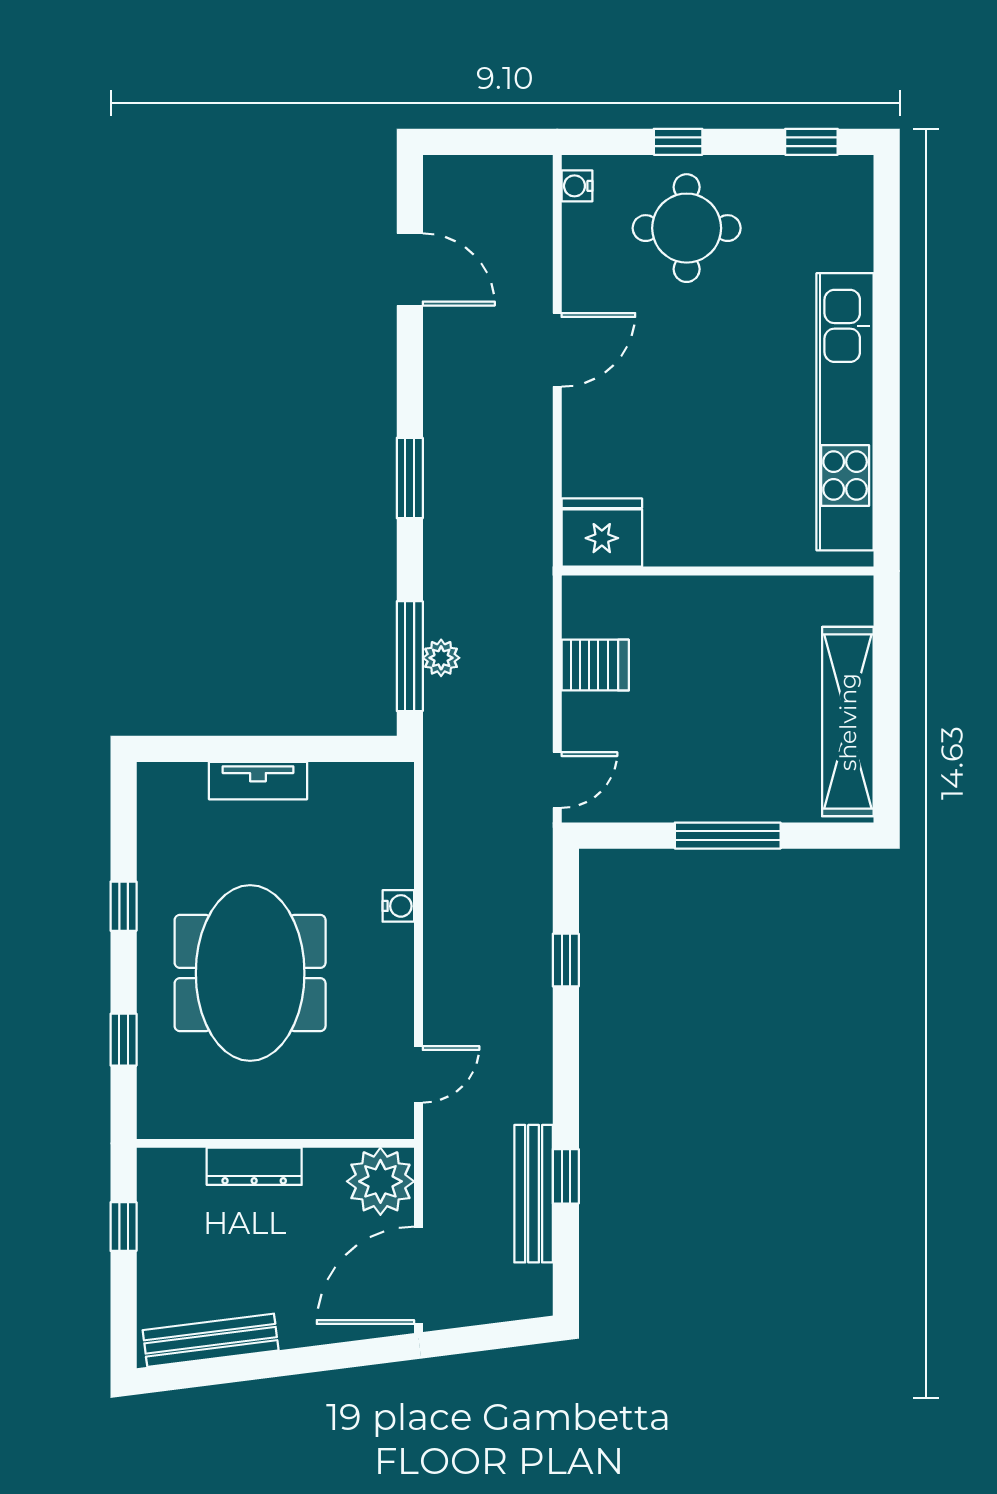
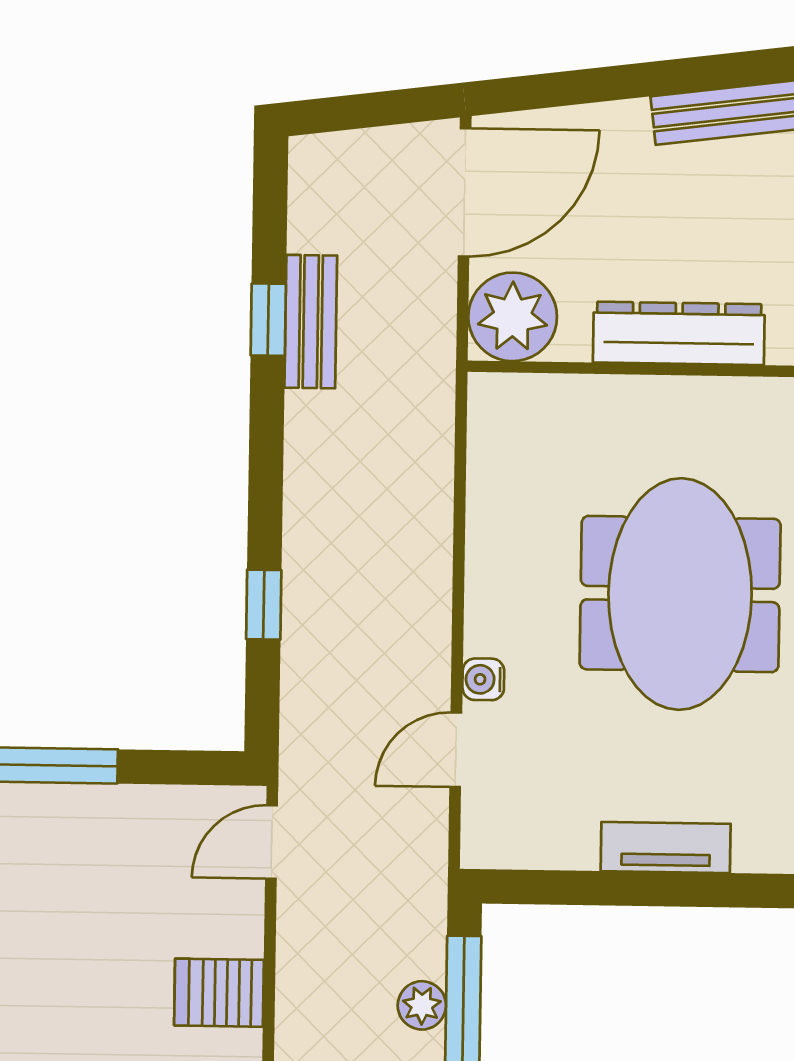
door: (418, 1074) -> (456, 750), moved
dresser: (254, 1166) -> (679, 333), width x1.37, depth x1.24
bench: (534, 1194) -> (311, 322), width x0.73

